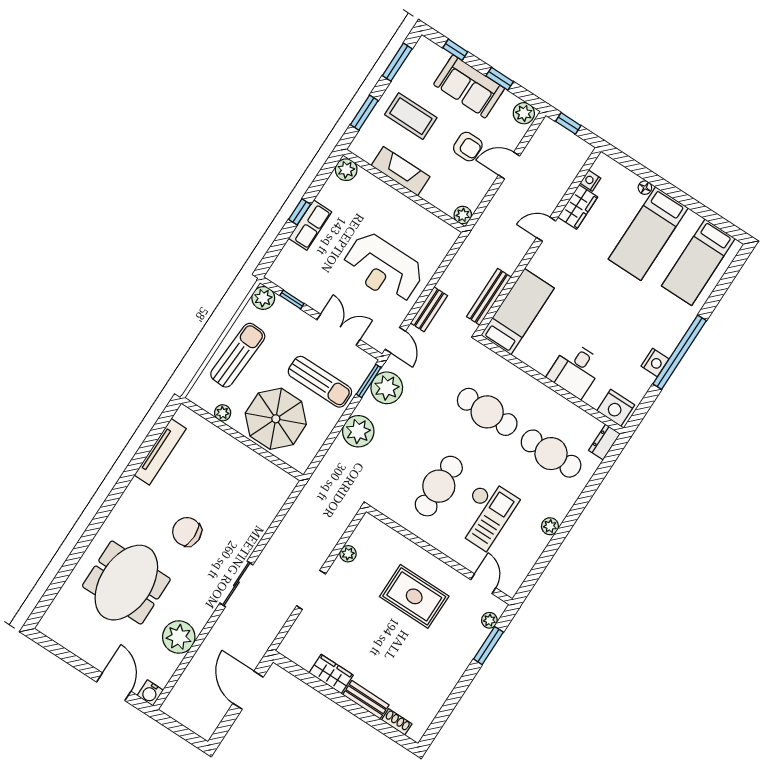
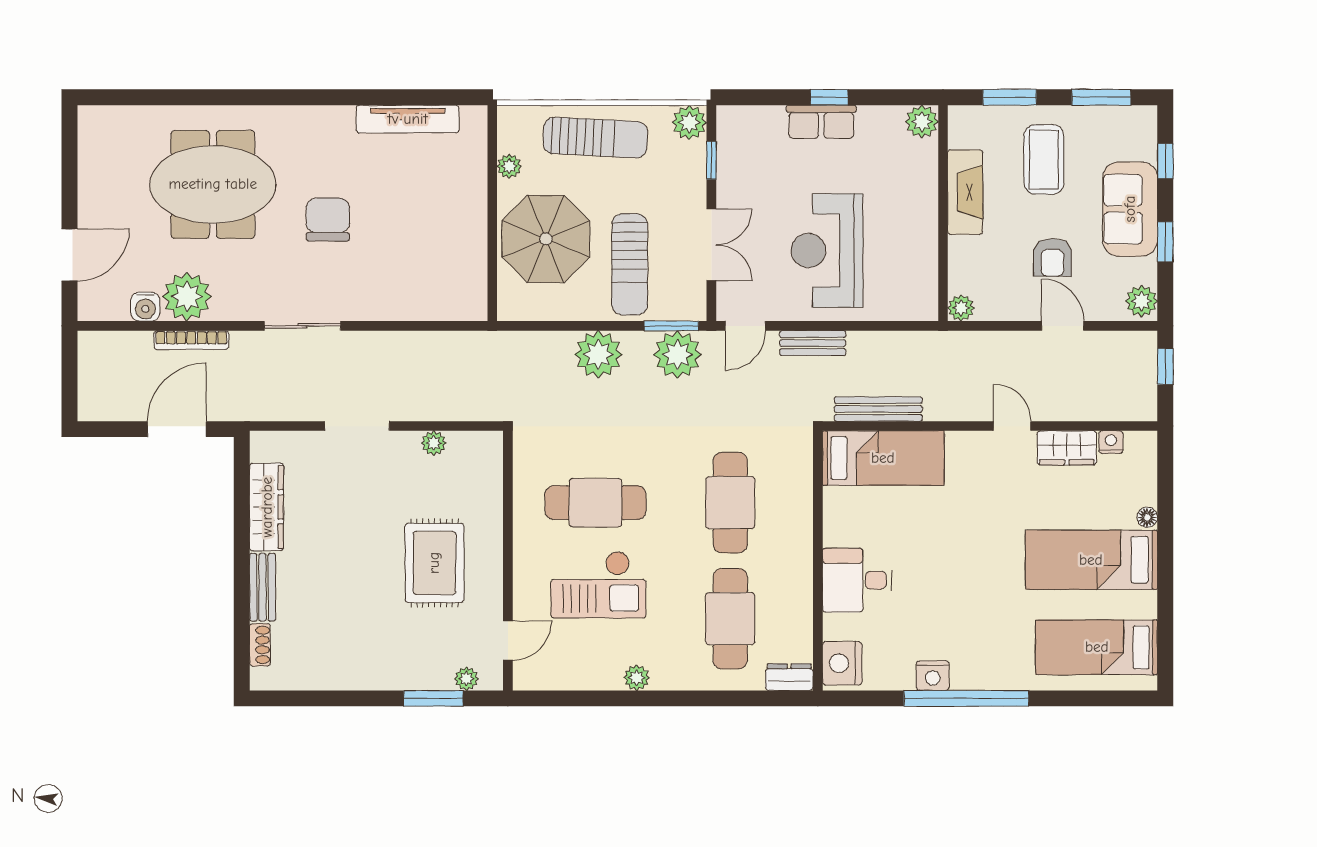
bookcase: (204, 650) -> (191, 340), added
wardrobe: (331, 674) -> (267, 507), width x1.50
water cooler: (150, 693) -> (145, 307), moved, turned -90

